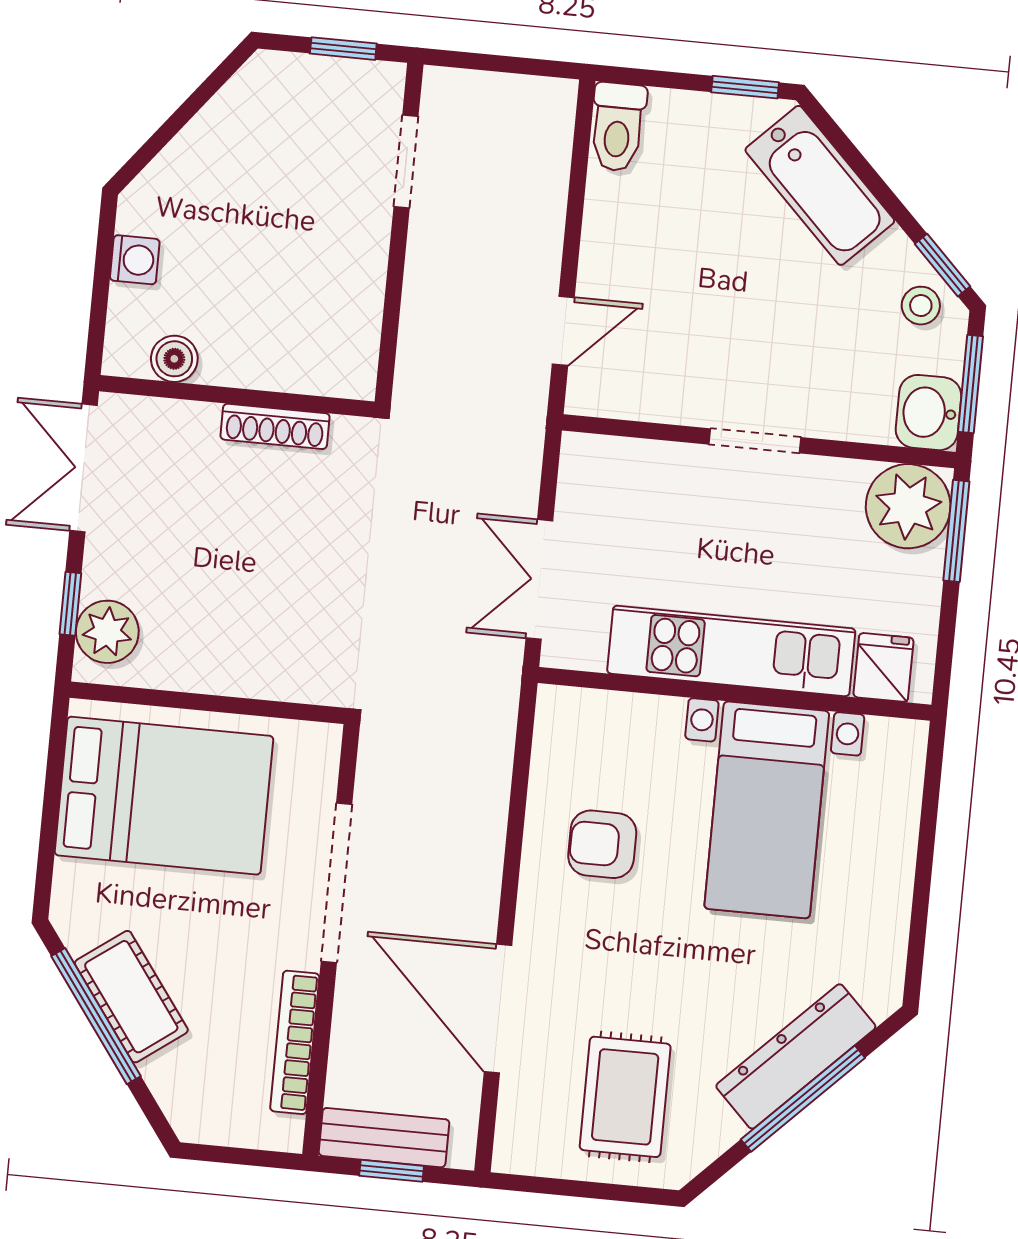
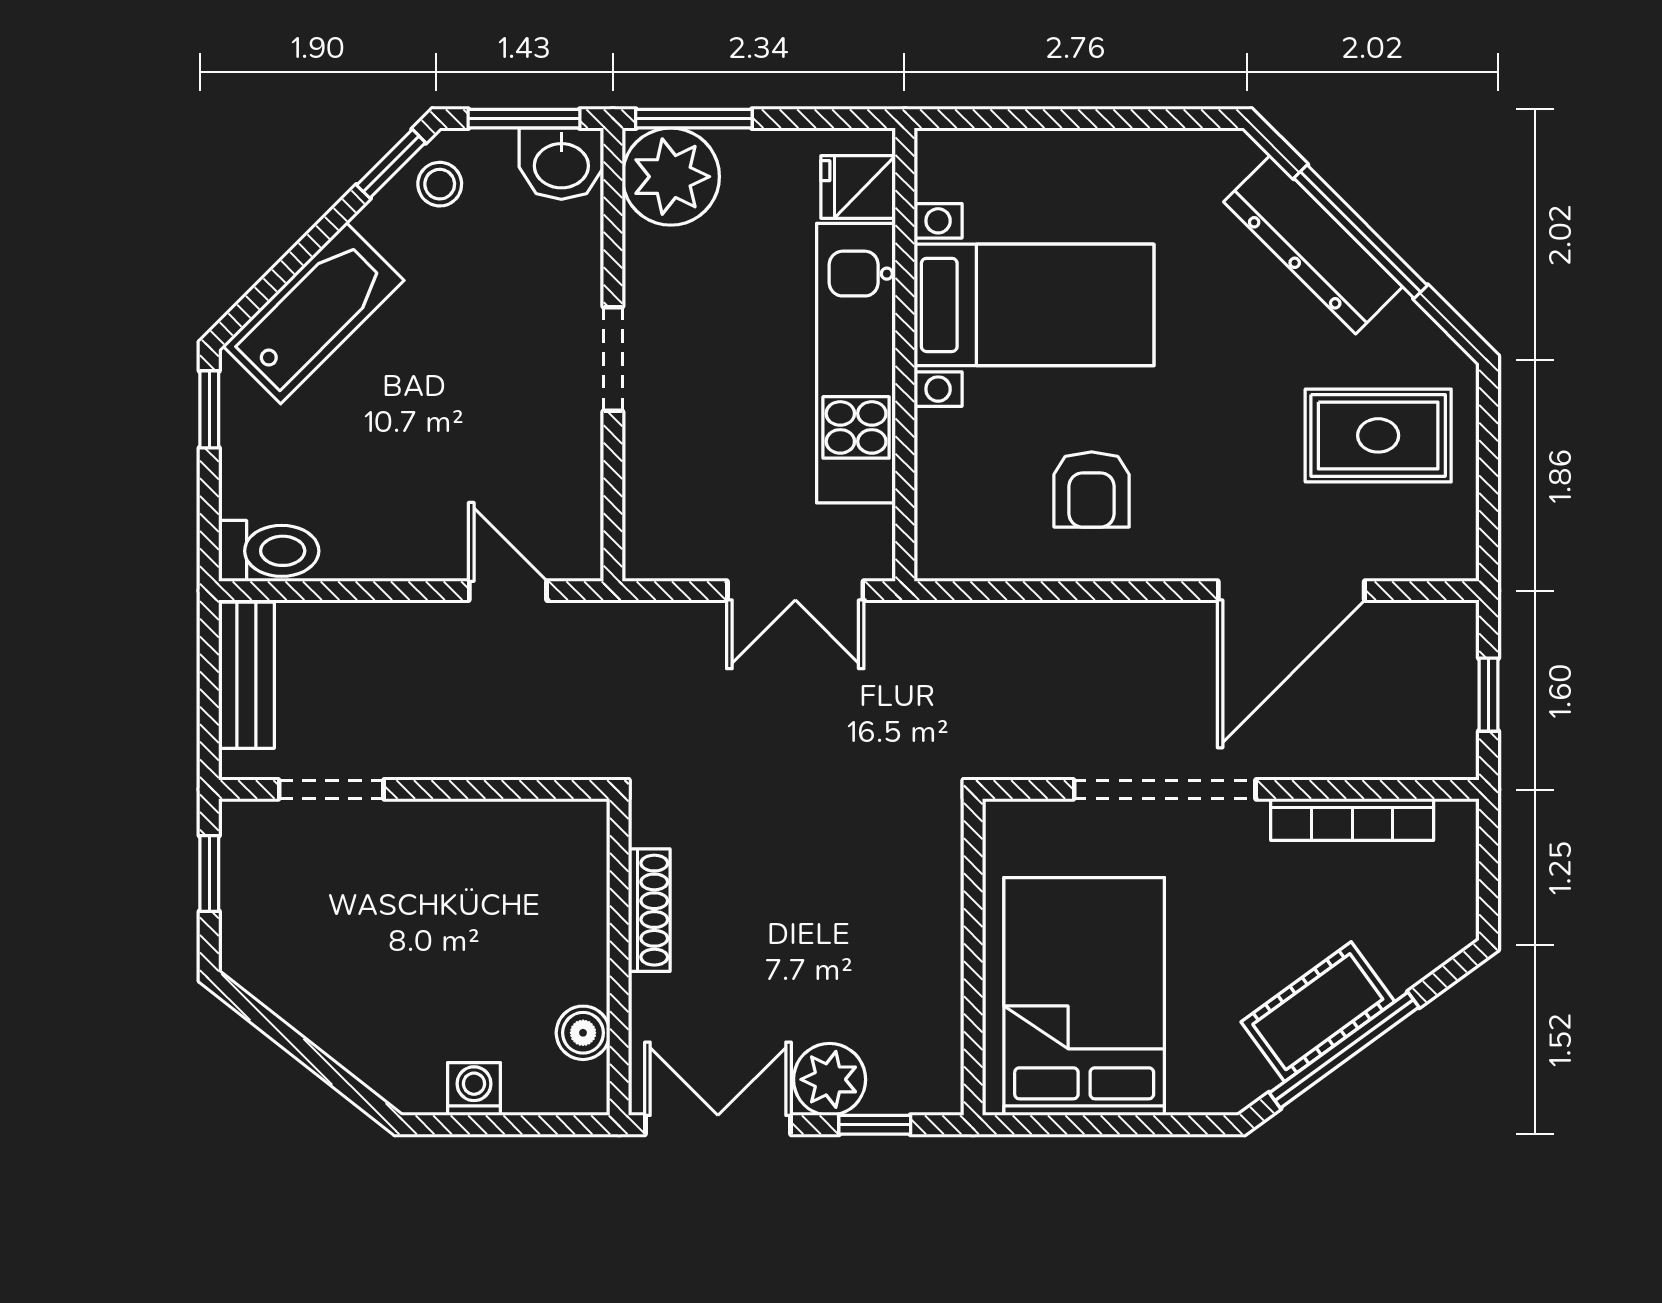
double door: (83, 468) -> (718, 1125), swing flipped
plant: (107, 632) -> (830, 1079), moved
bench: (384, 1138) -> (246, 675), moved

